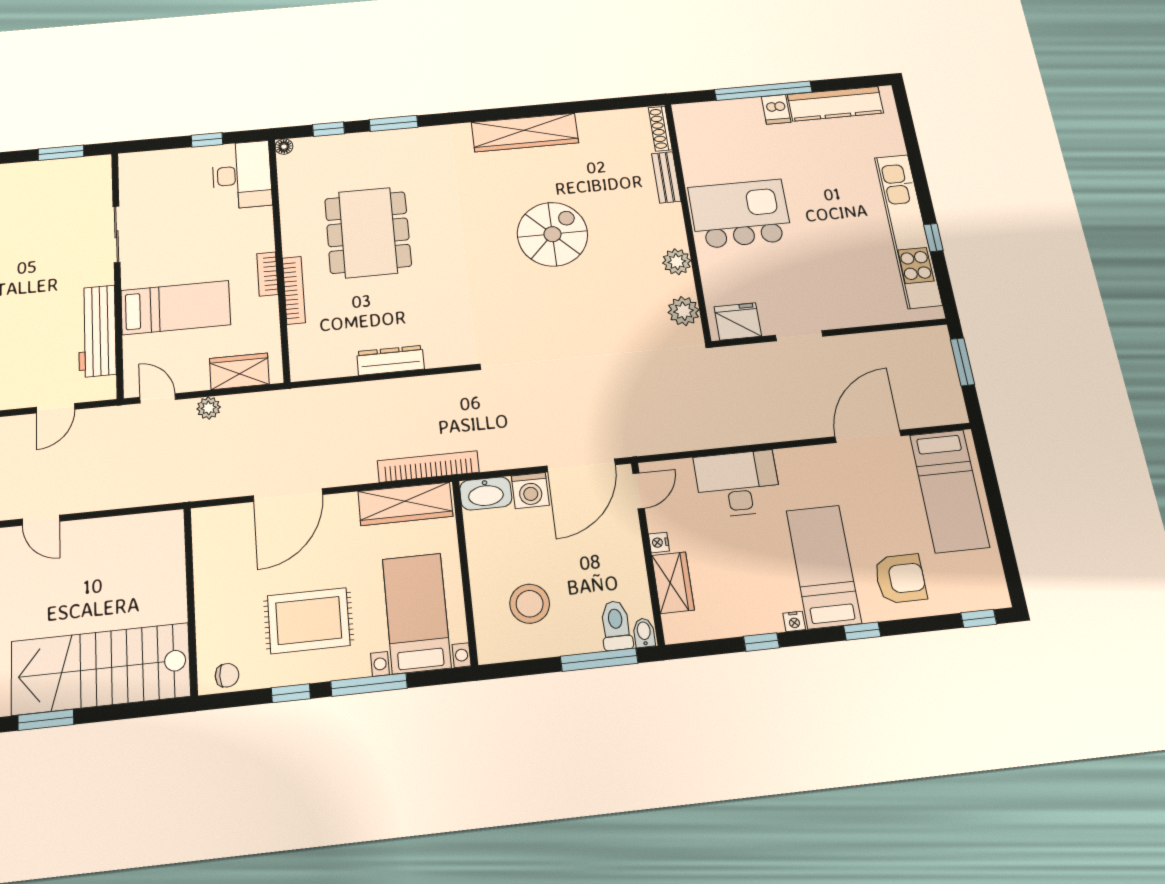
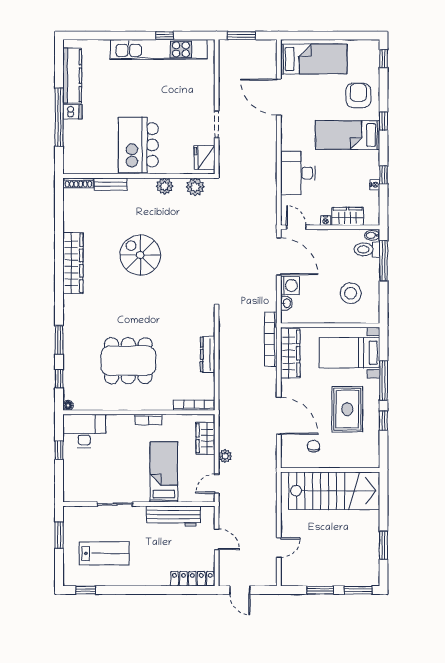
lab bench: (30, 225) -> (104, 553), added
bookcase: (294, 290) -> (194, 405), moved
washbasin: (486, 493) -> (286, 303), width x0.52, depth x0.69
nightstand: (794, 621) -> (375, 185), moved
stairs: (101, 669) -> (334, 491), moved, turned -90
chair: (227, 675) -> (314, 446), moved

